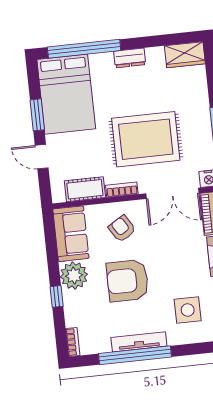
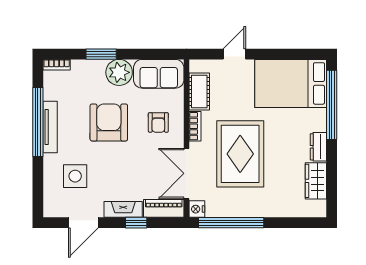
wardrobe: (185, 55) -> (316, 181), moved
window: (37, 115) -> (274, 54), removed
armchair: (122, 229) -> (158, 122), turned 122
window: (57, 296) -> (101, 54), width x1.50

